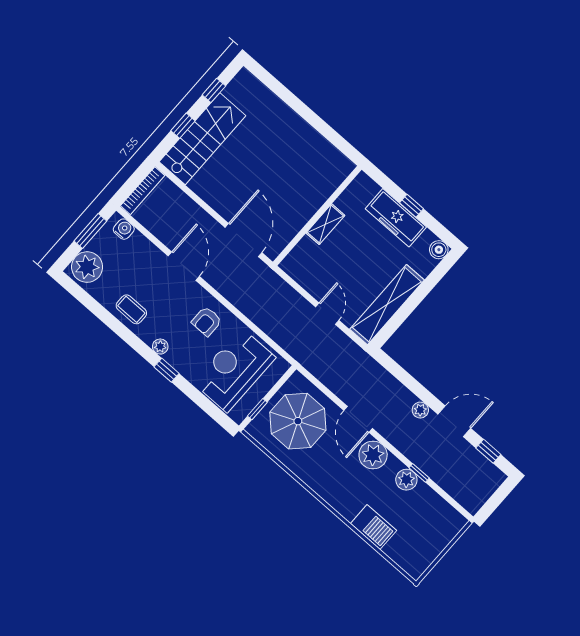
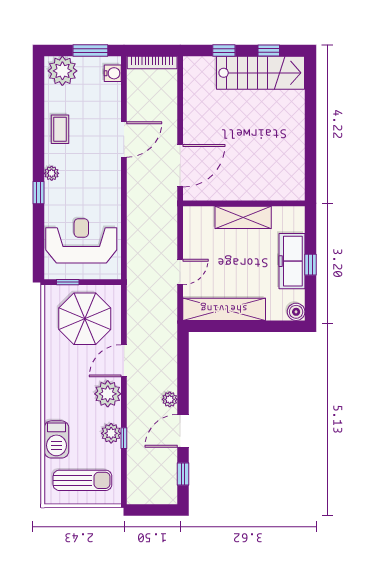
stairs: (202, 139) -> (260, 73), moved
shelving: (325, 224) -> (243, 217), width x1.50, depth x1.33
armchair: (207, 321) -> (99, 191), removed
door: (454, 421) -> (183, 431), swing flipped
sun lounger: (424, 535) -> (82, 480), added

